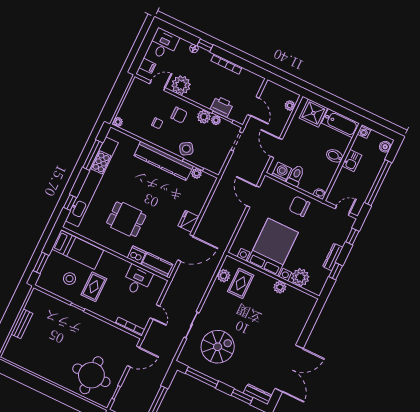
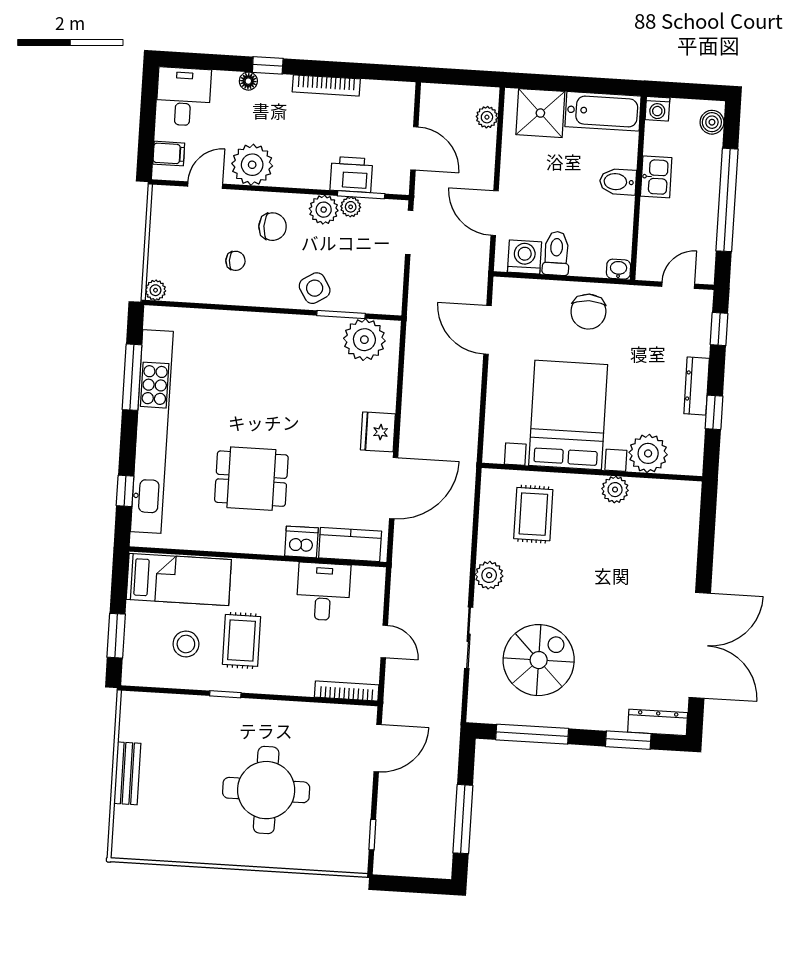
kitchen counter: (164, 161) -> (279, 331), removed
plant: (197, 173) -> (364, 340), width x1.87, depth x1.87
chair: (299, 206) -> (588, 312), turned -90
plant: (224, 276) -> (489, 575), moved
round table: (91, 375) -> (266, 790), moved

